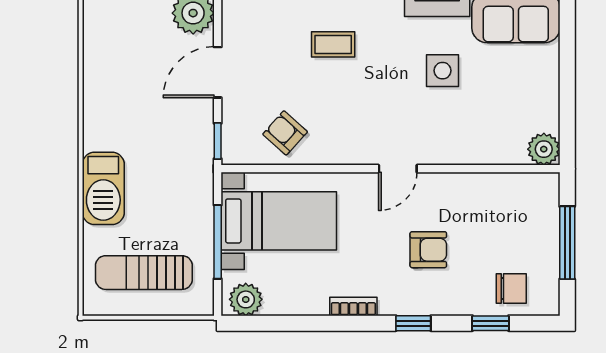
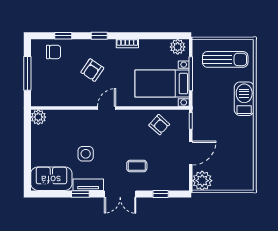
armchair: (428, 250) -> (92, 70), turned -56
chair: (511, 288) -> (54, 52), turned 180

